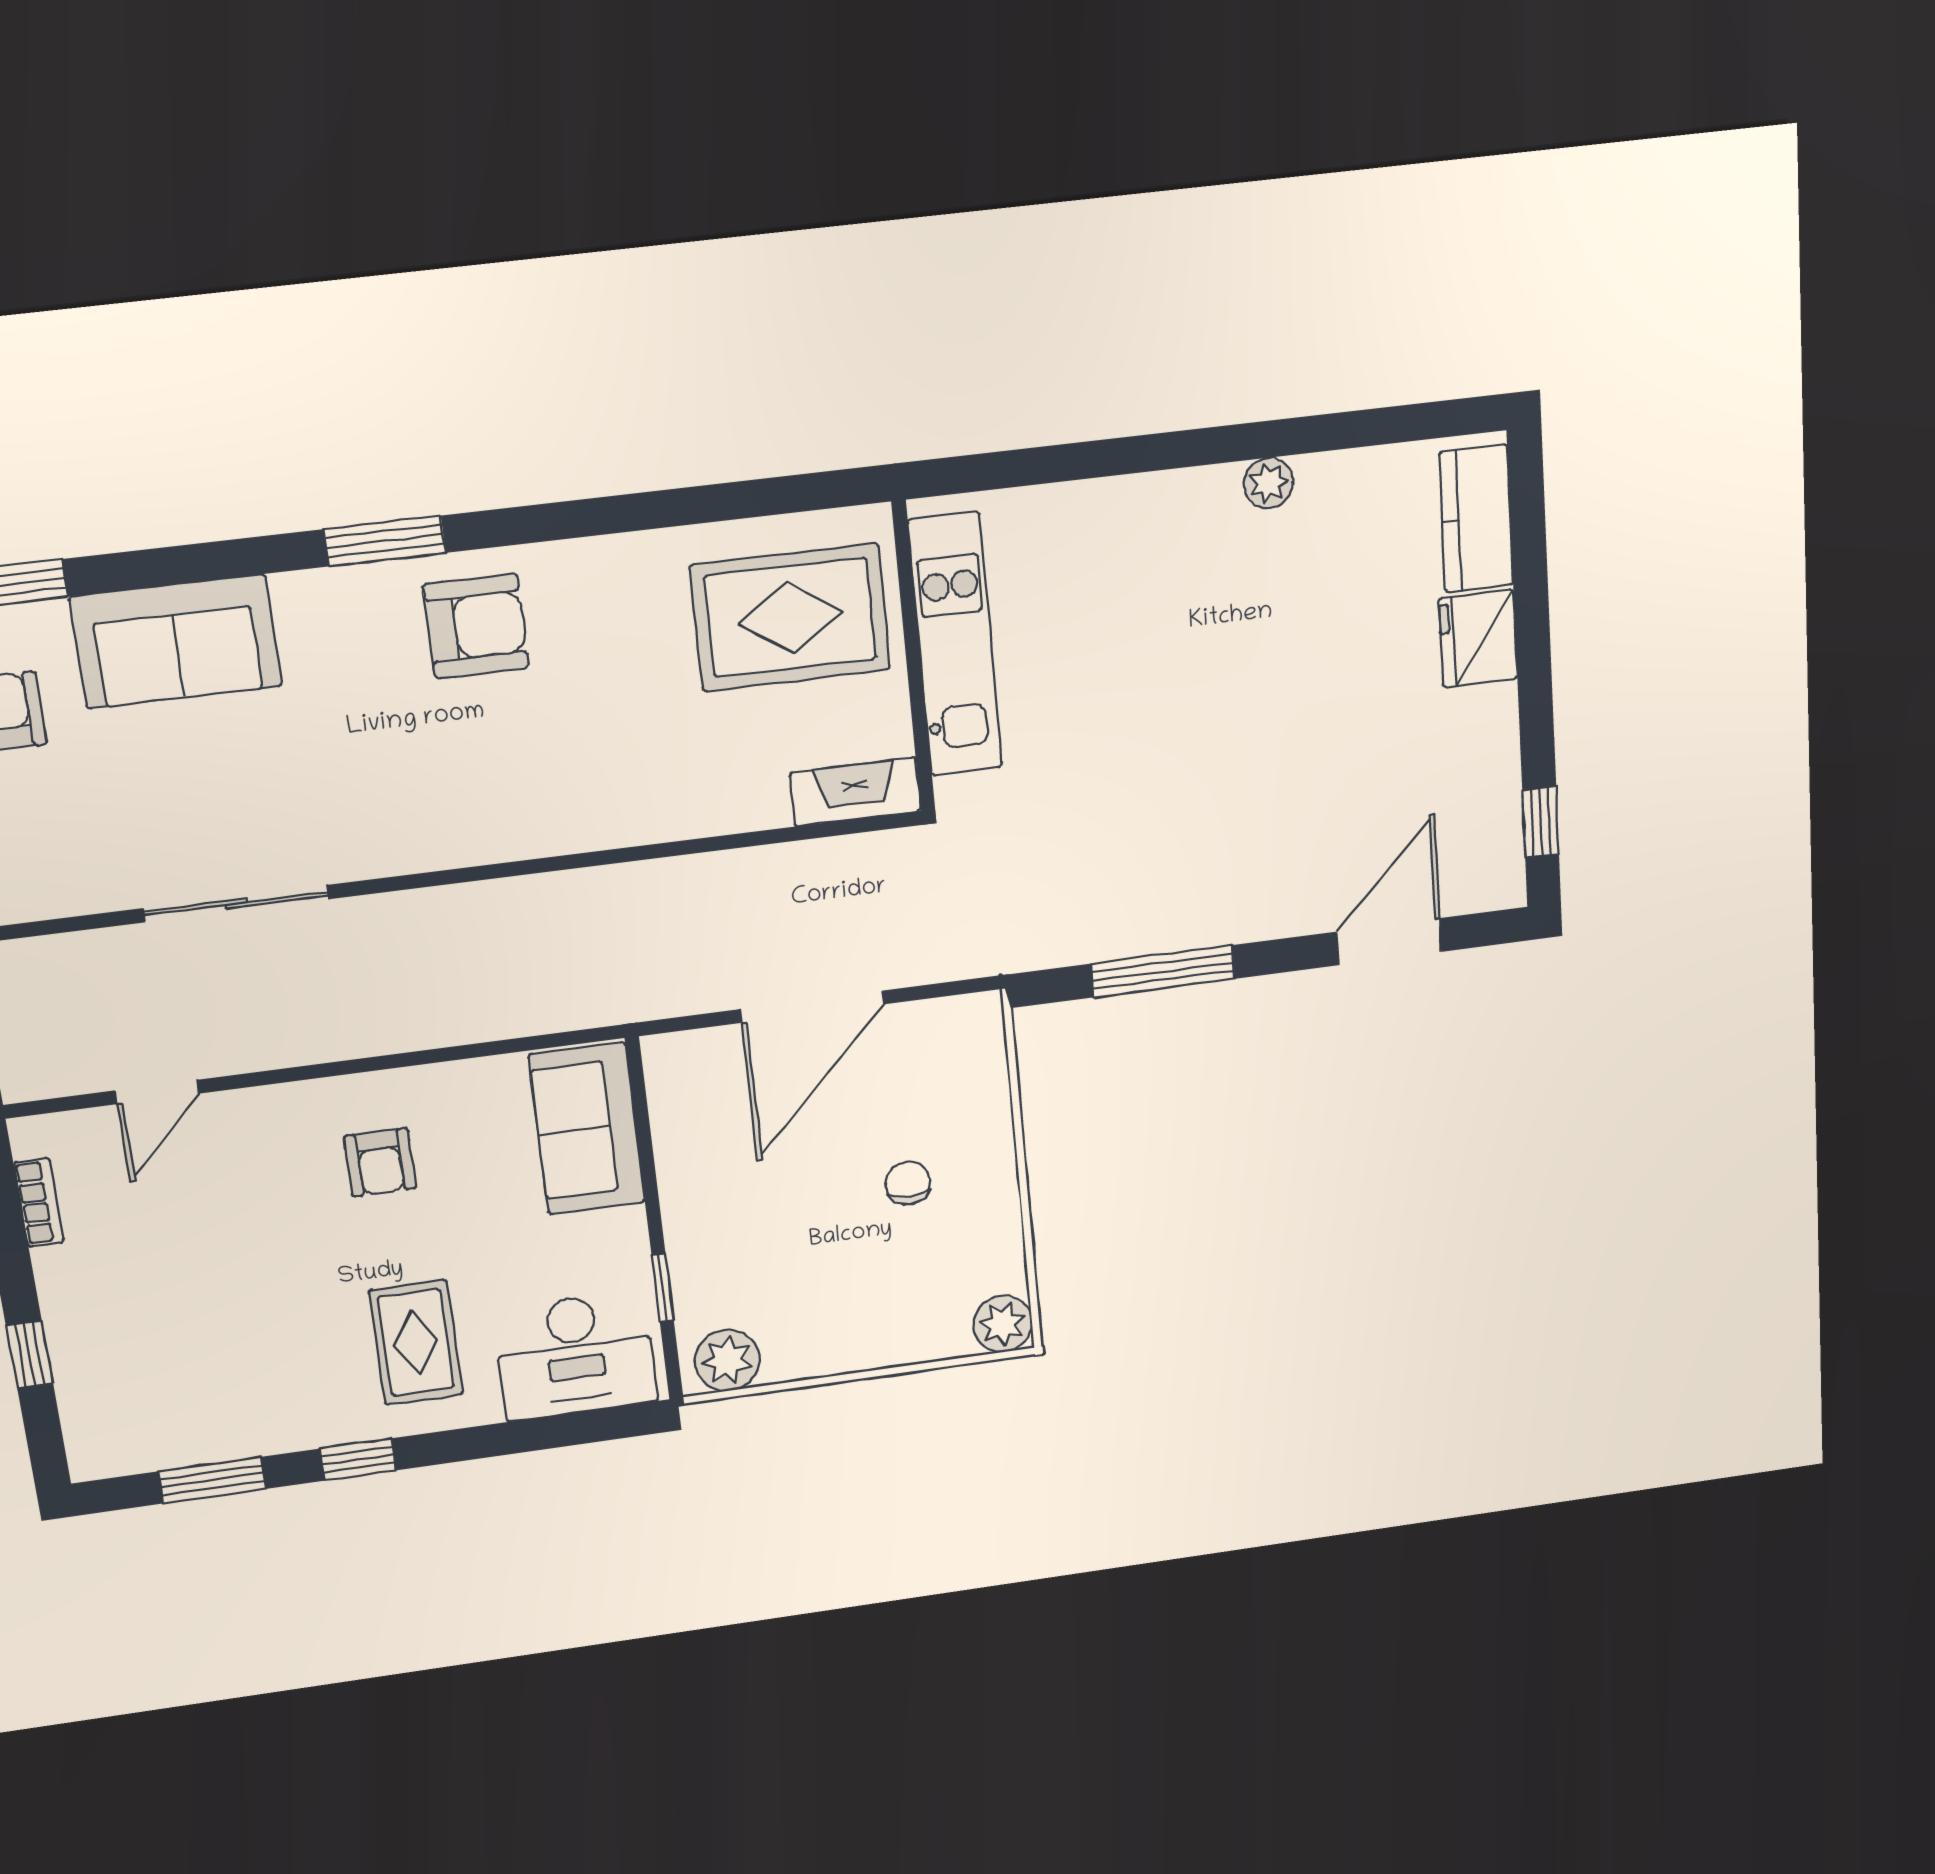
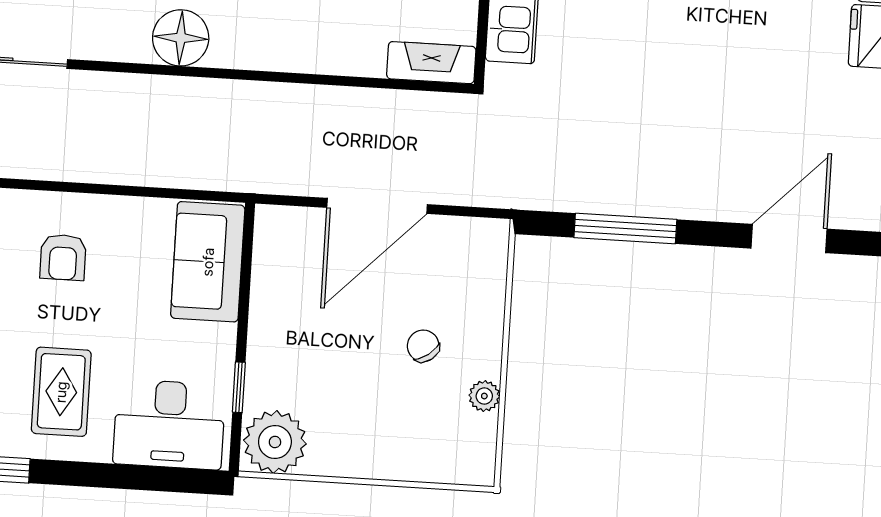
floor lamp: (487, 824) -> (181, 38), added
chair: (908, 1183) -> (423, 346), turned -36
plant: (1003, 1324) -> (484, 396), moved, width x0.73, depth x0.73
plant: (727, 1360) -> (275, 442), width x1.36, depth x1.36

